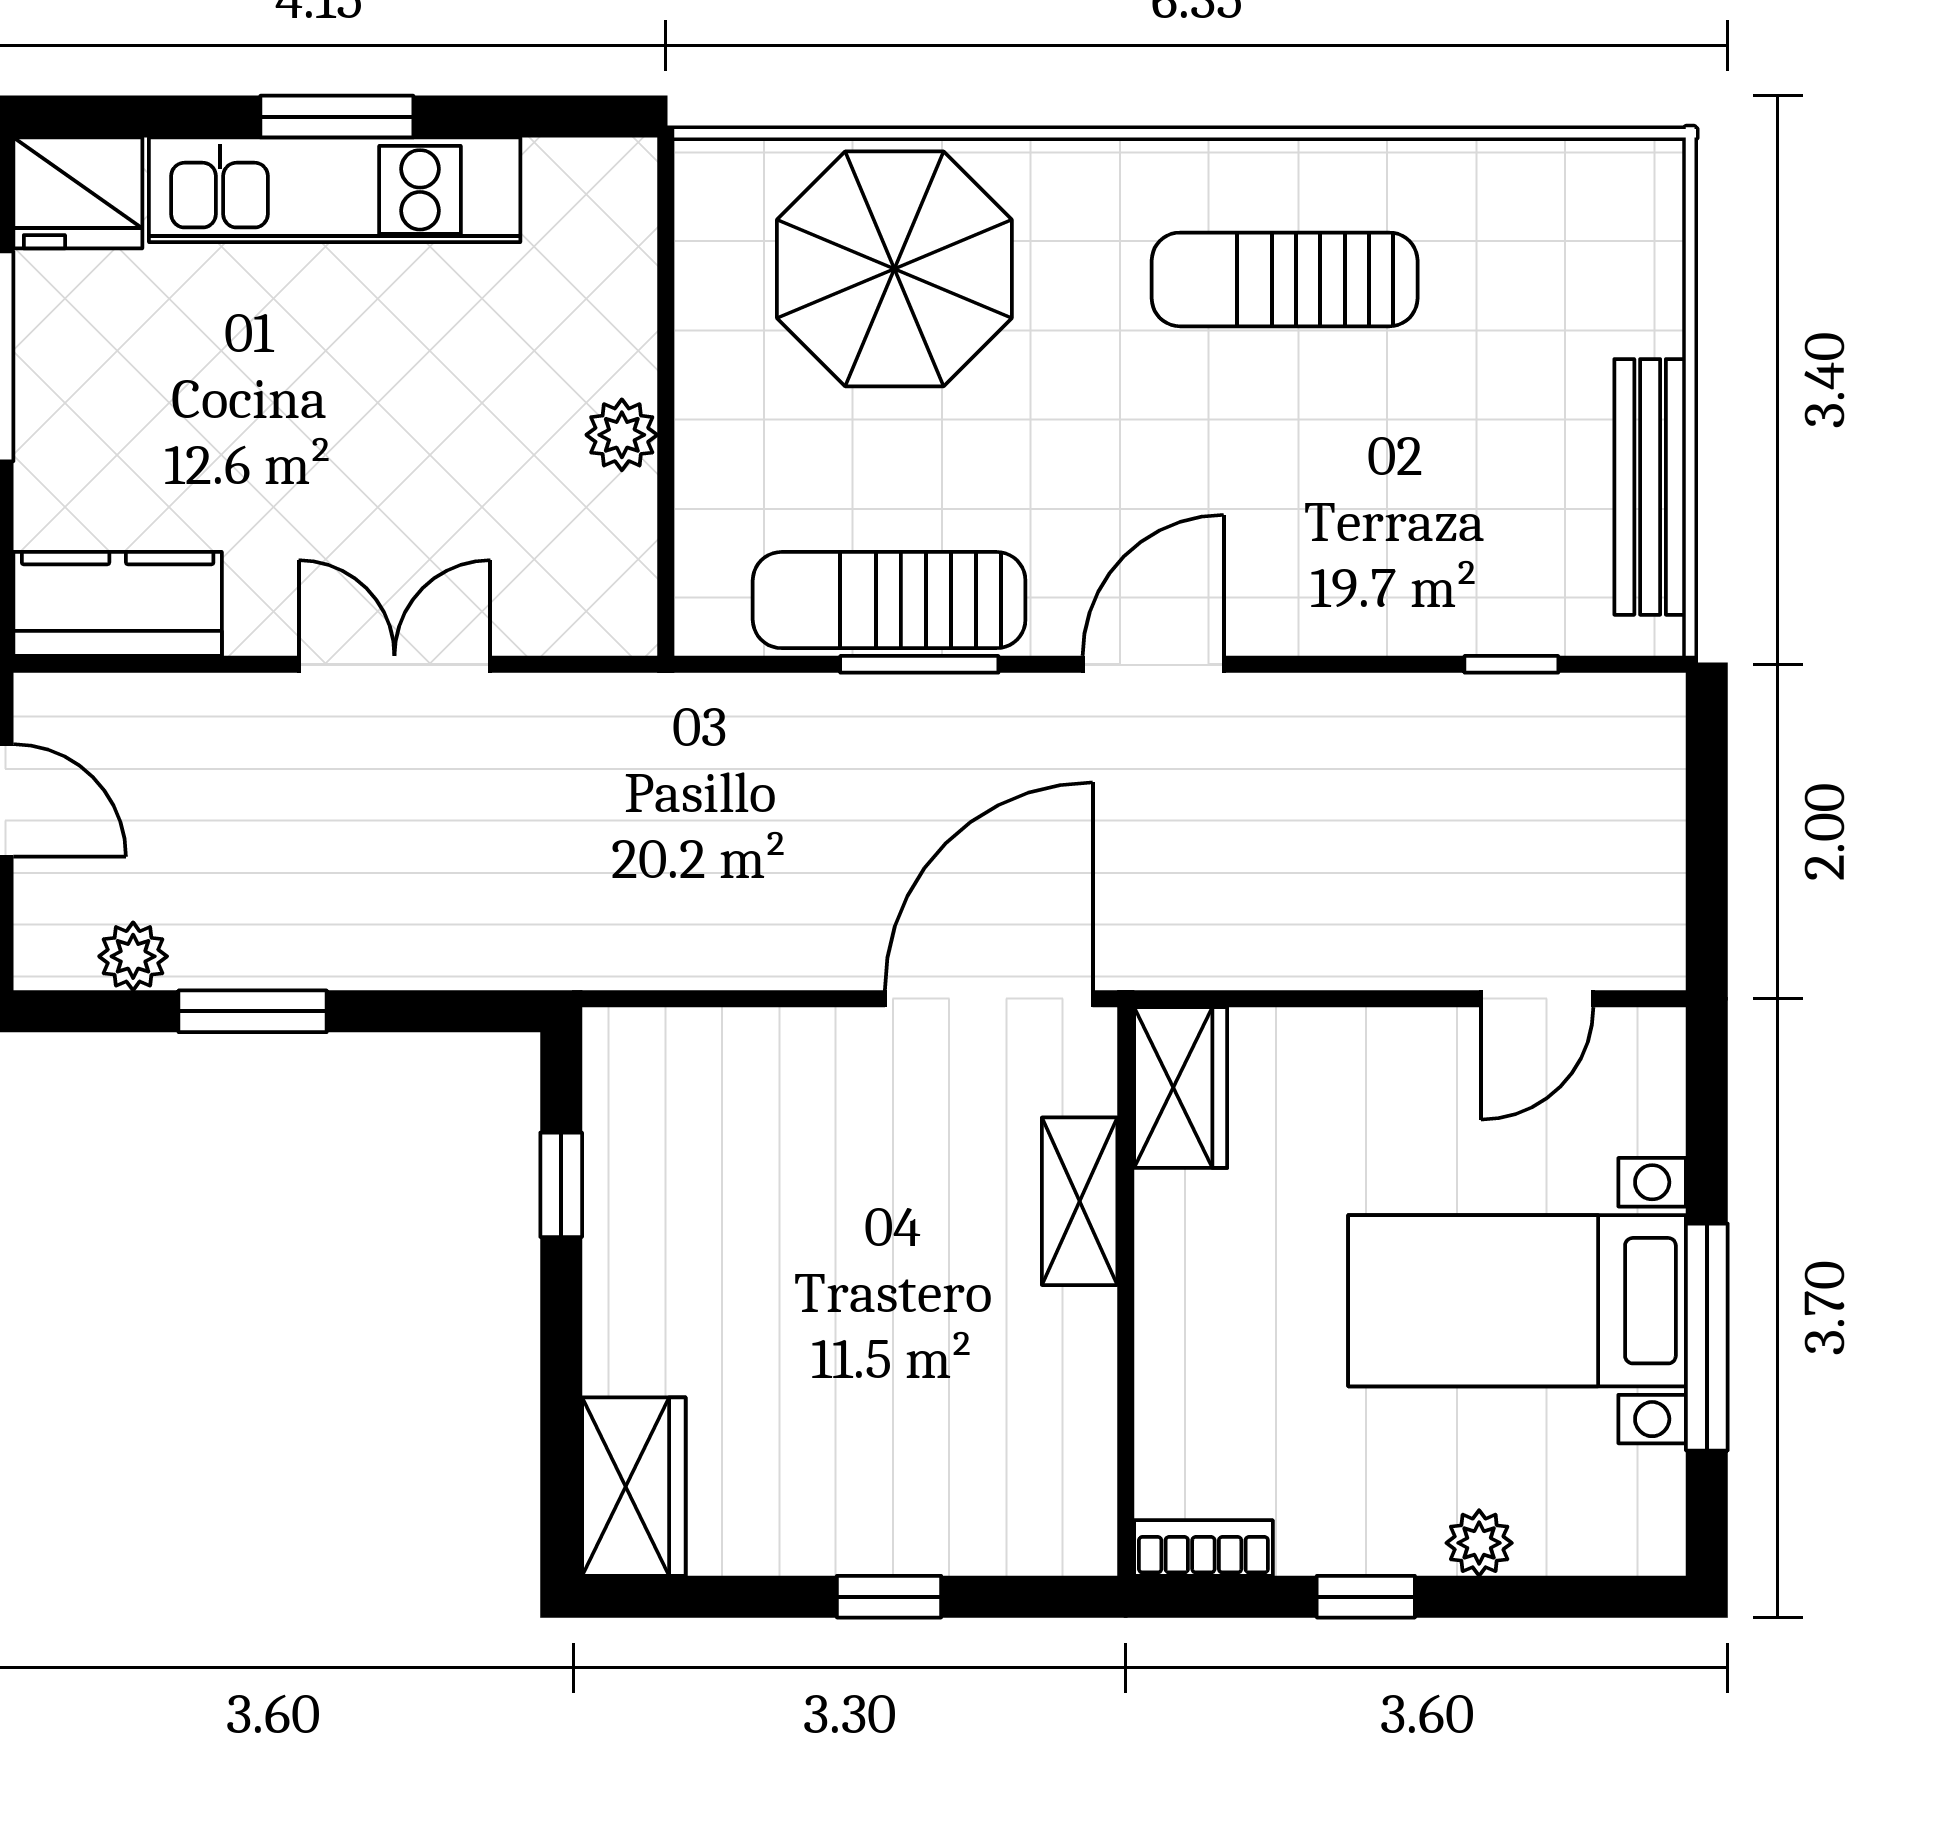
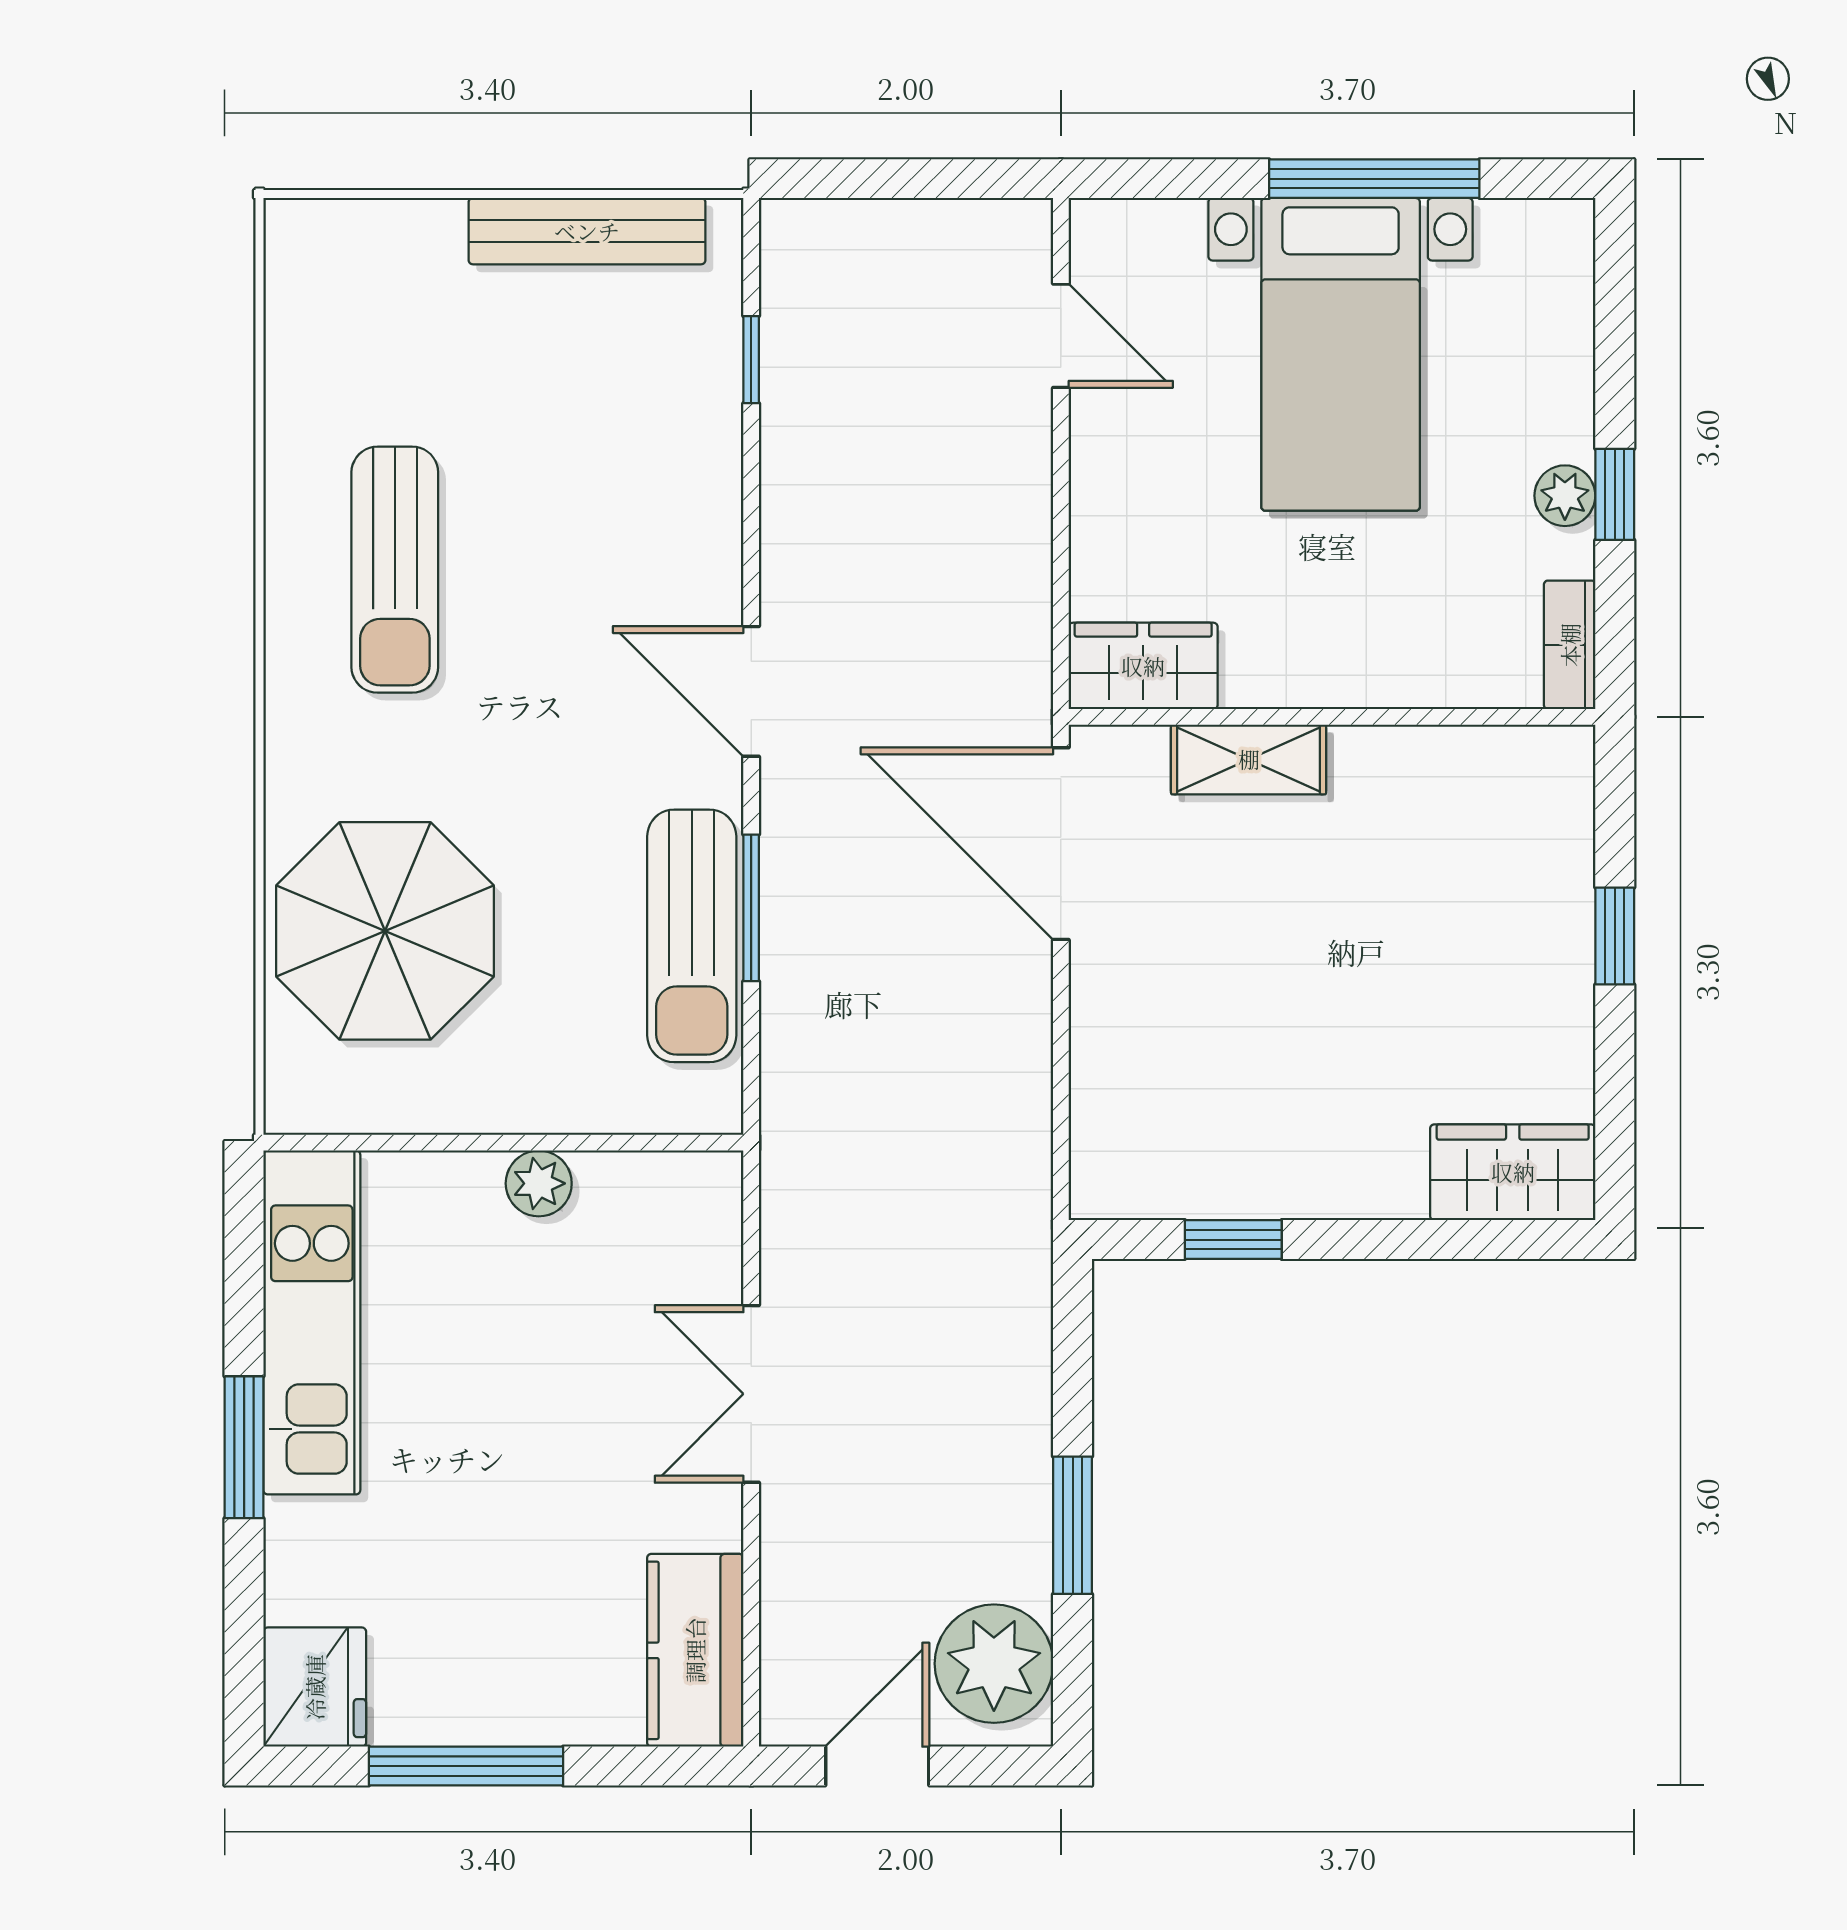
kitchen unit: (335, 190) -> (312, 1322), moved
plant: (133, 956) -> (994, 1664), width x1.88, depth x1.88
plant: (1479, 1543) -> (1565, 496), moved

